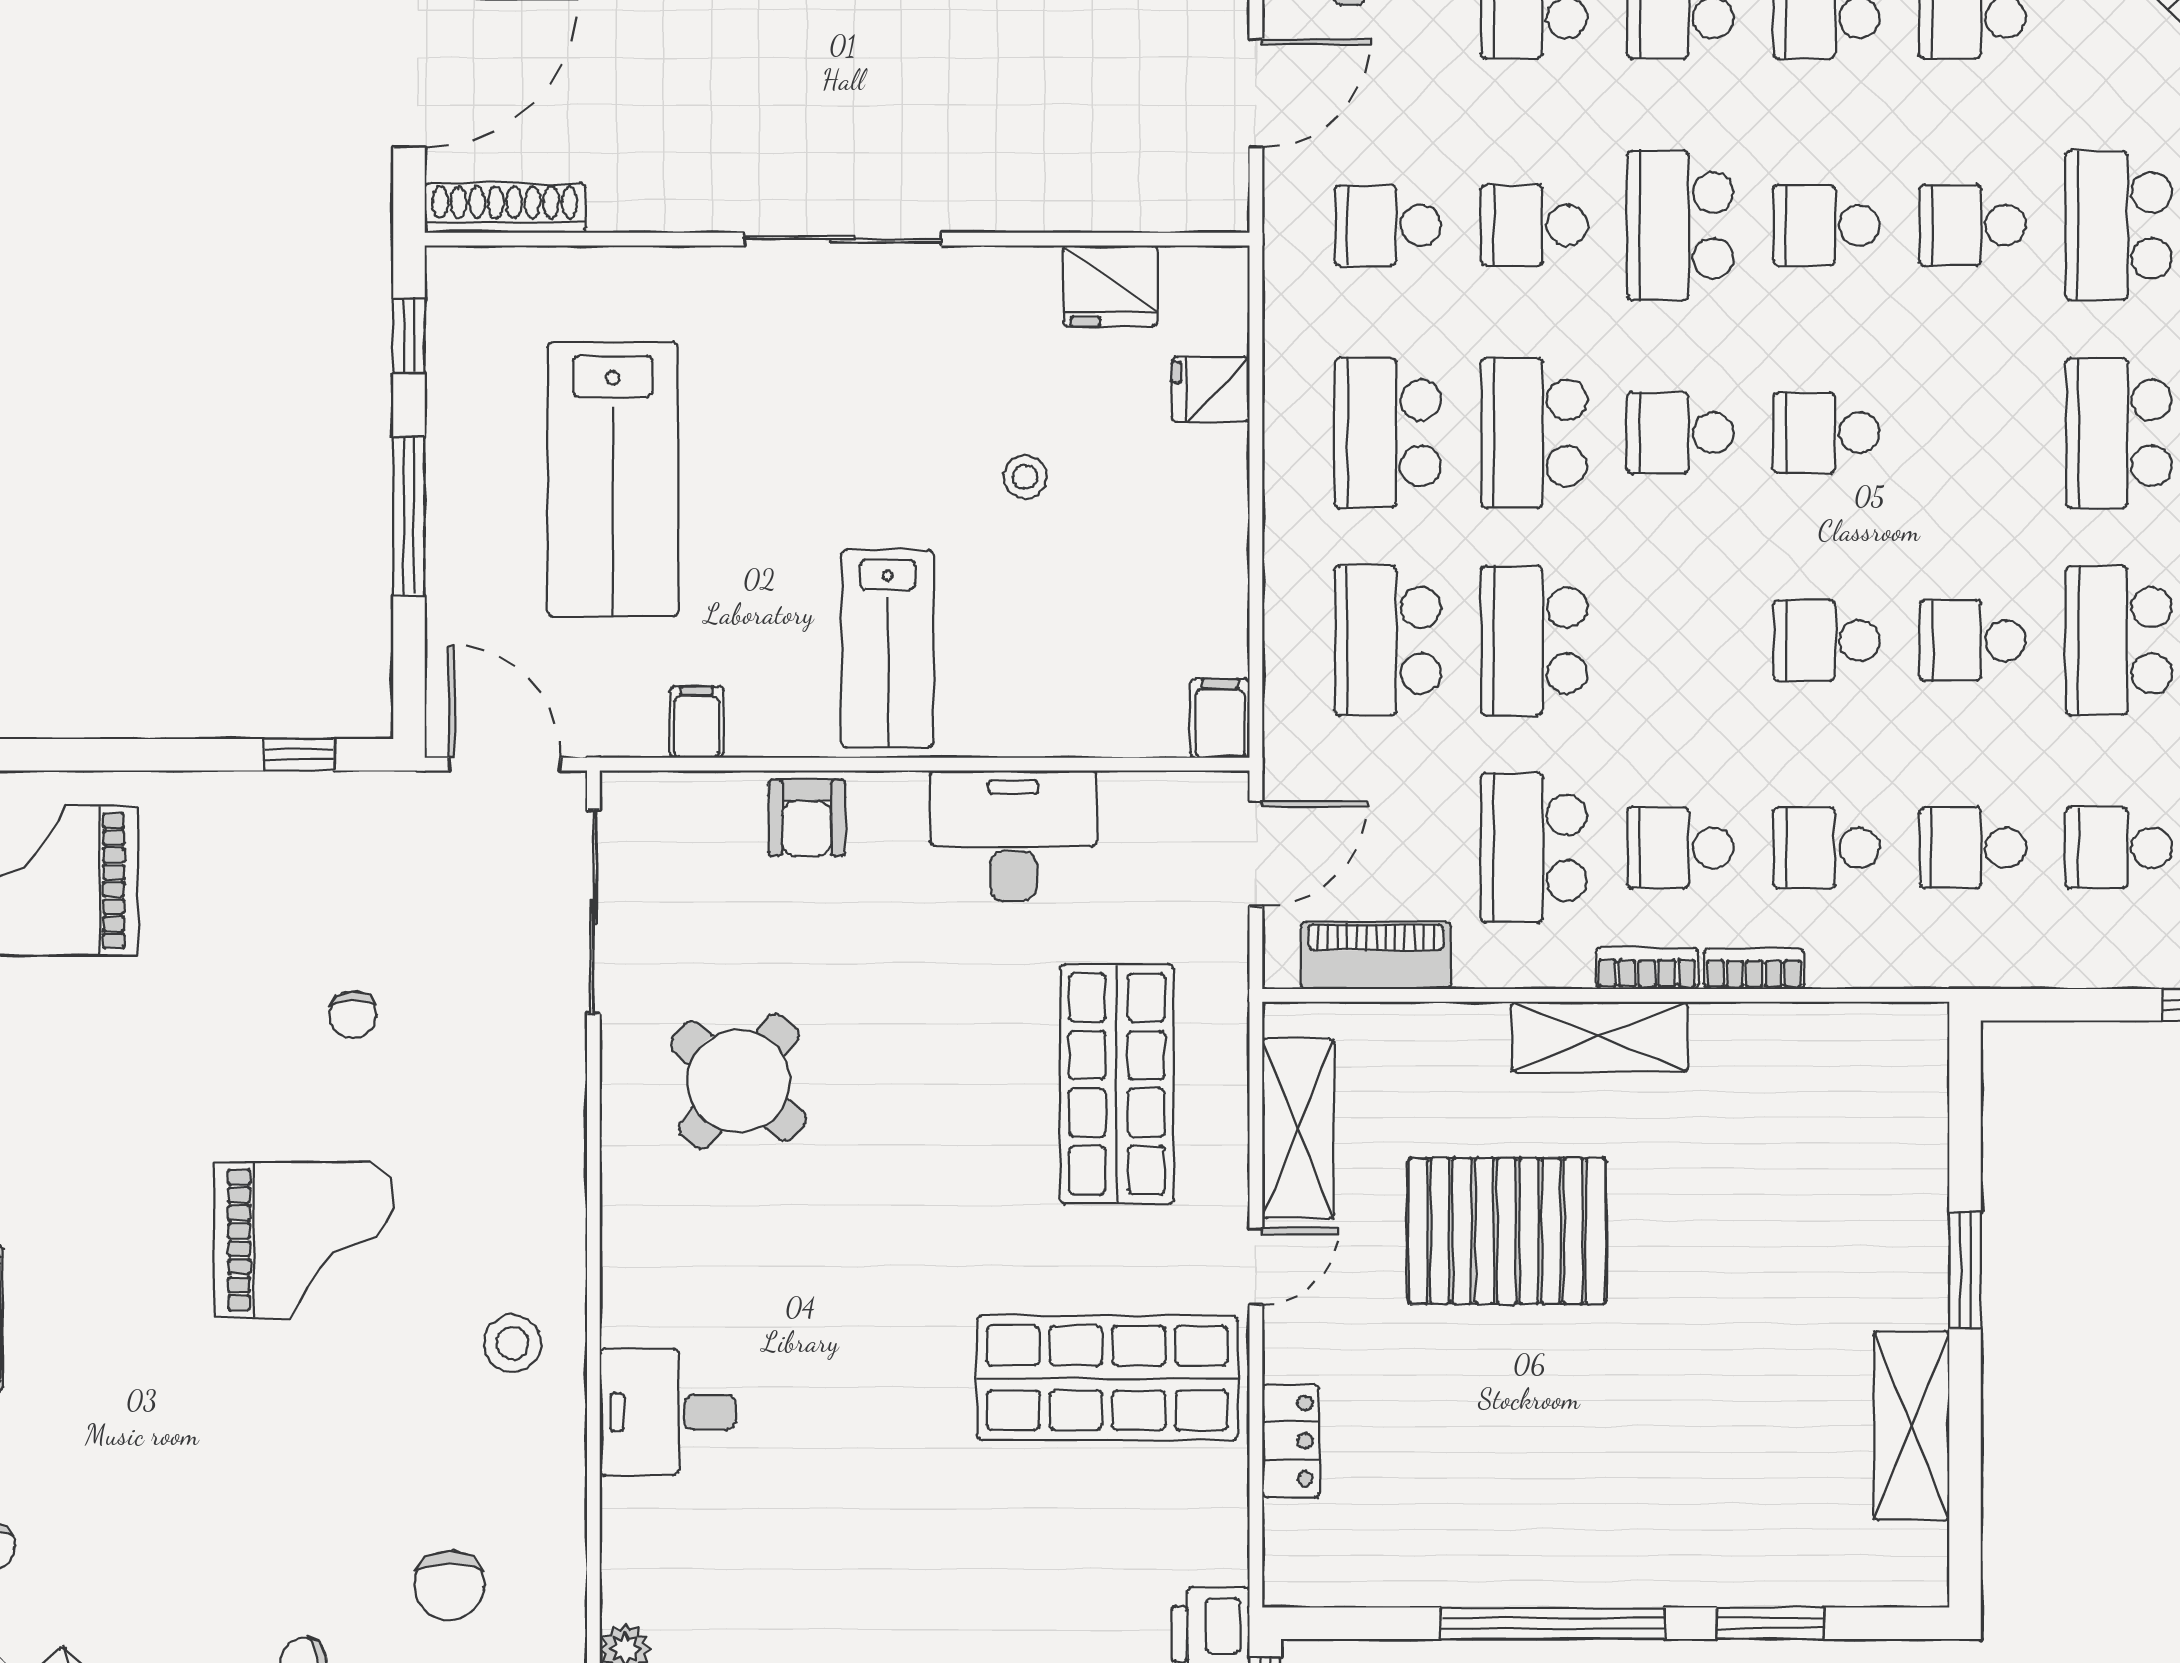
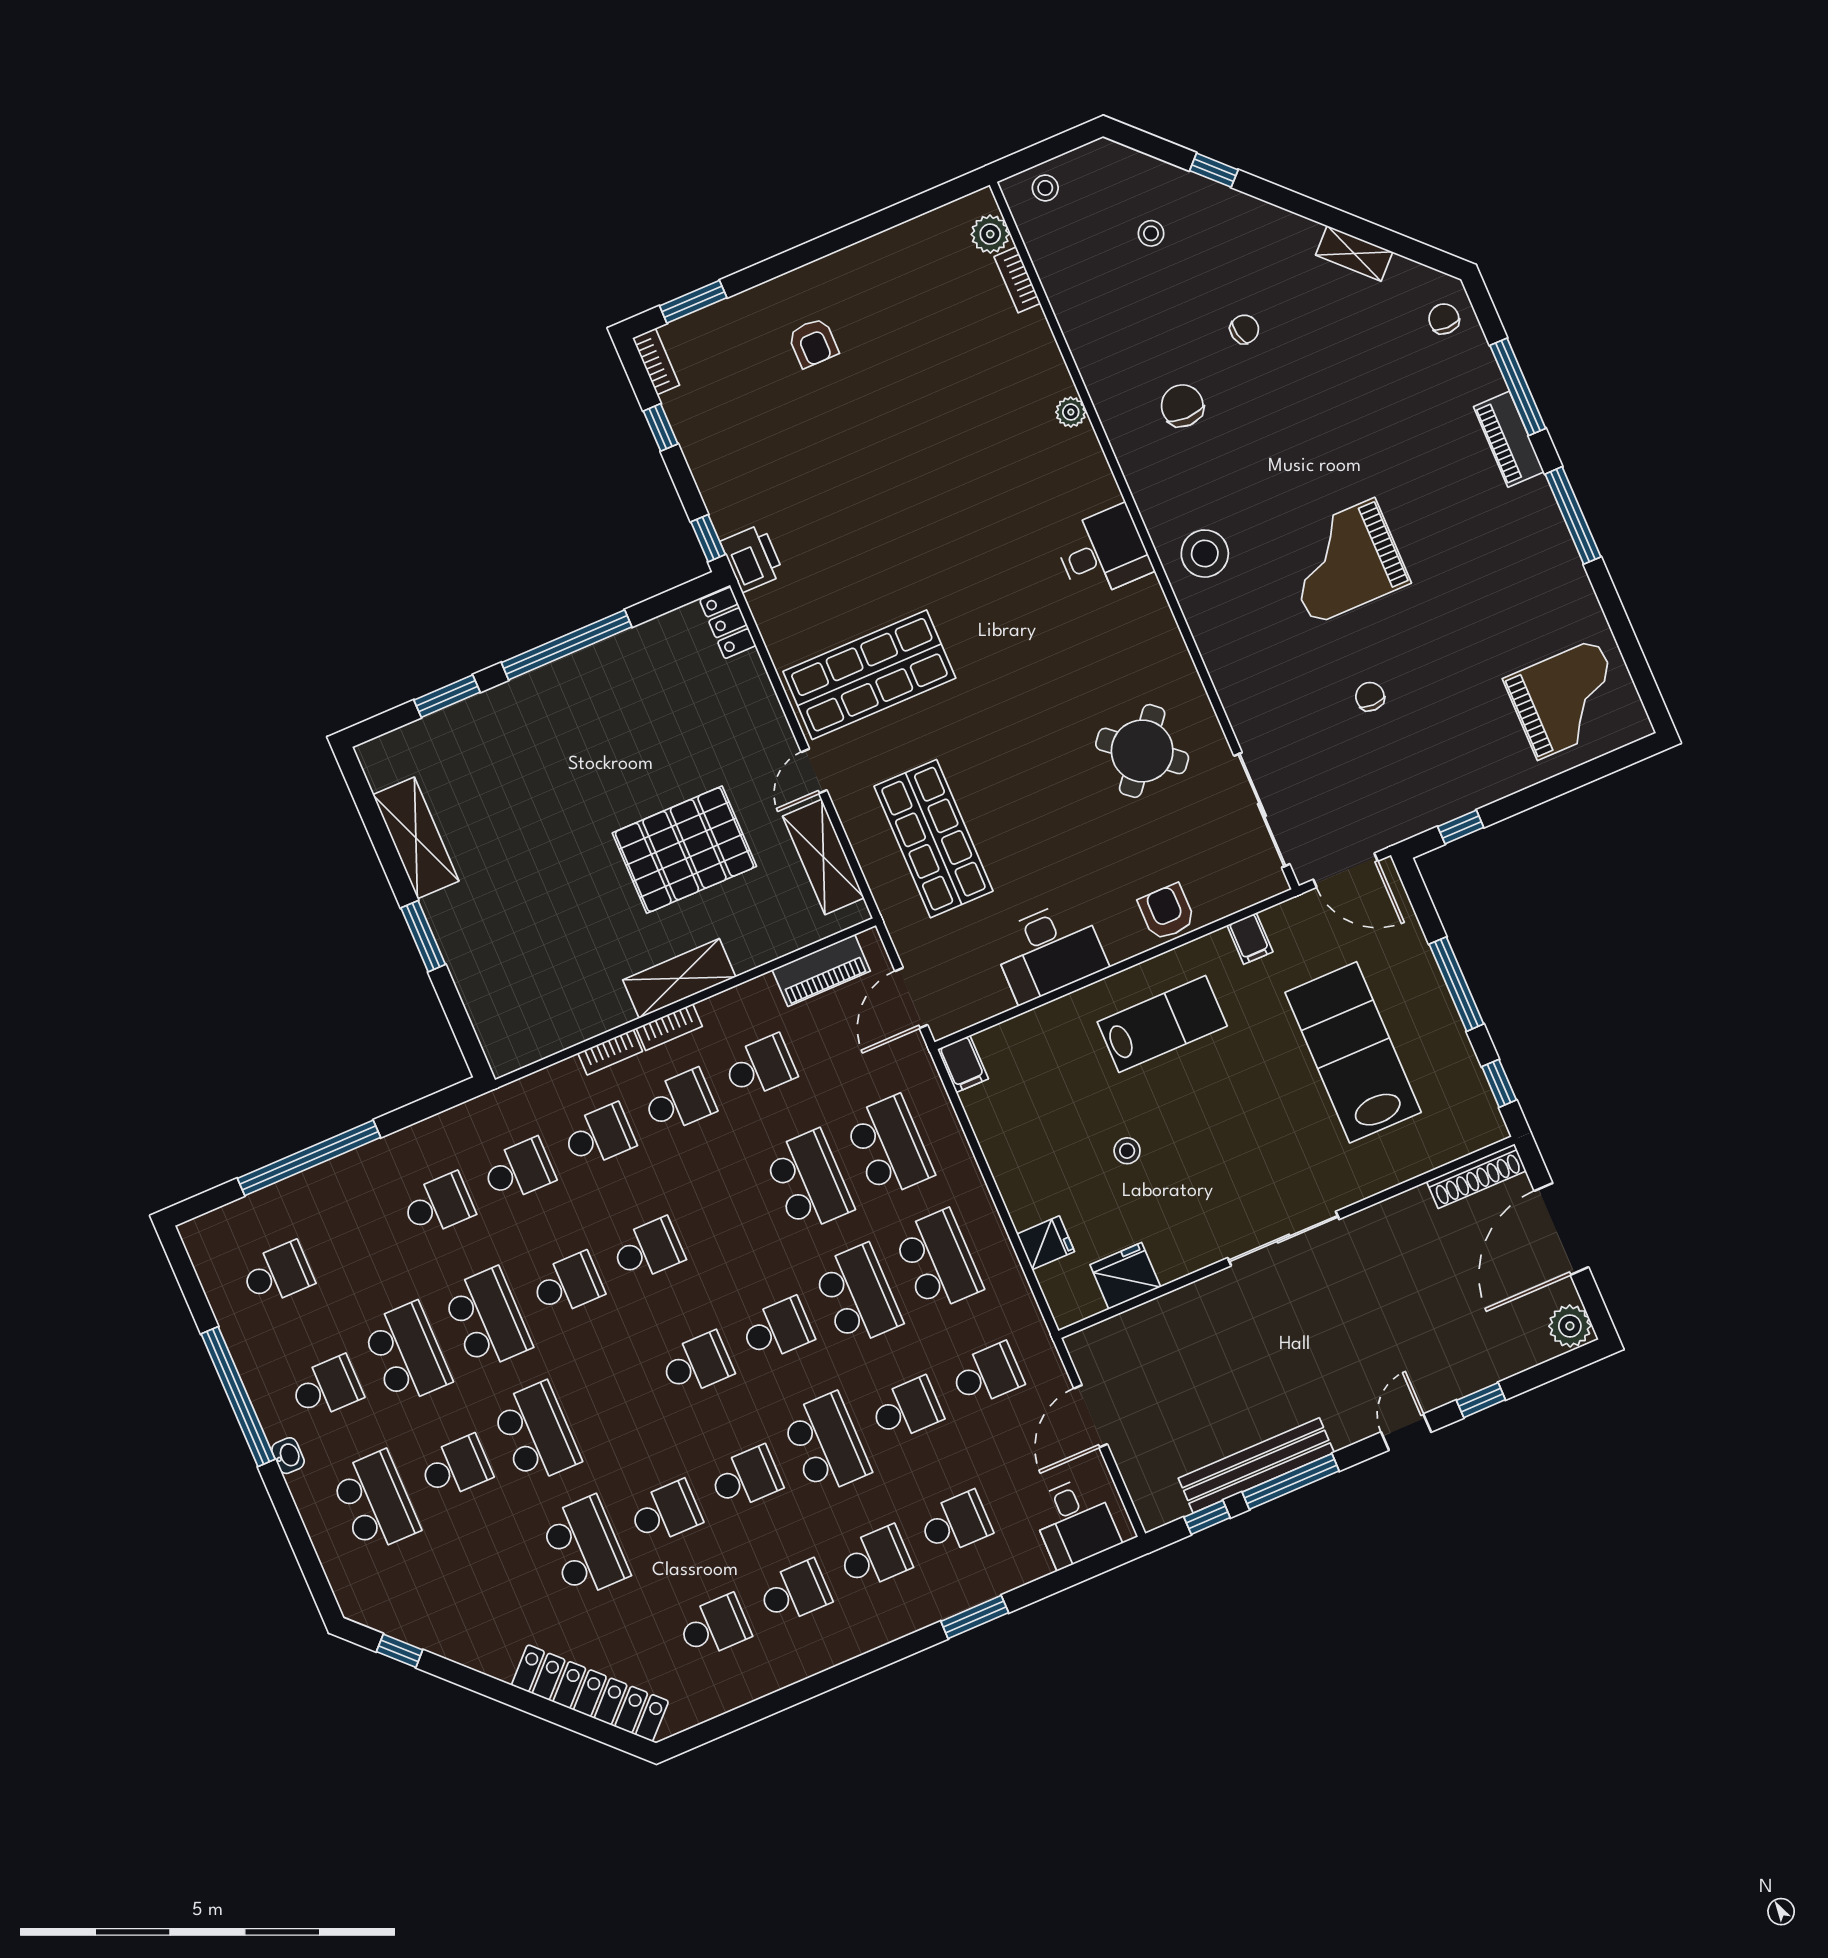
lab bench: (887, 649) -> (1162, 1024), turned 90
school desk: (1534, 848) -> (760, 1067), width x0.54
stool: (512, 1343) -> (1205, 554), width x1.38, depth x1.38
locker: (1291, 1441) -> (728, 623), moved

